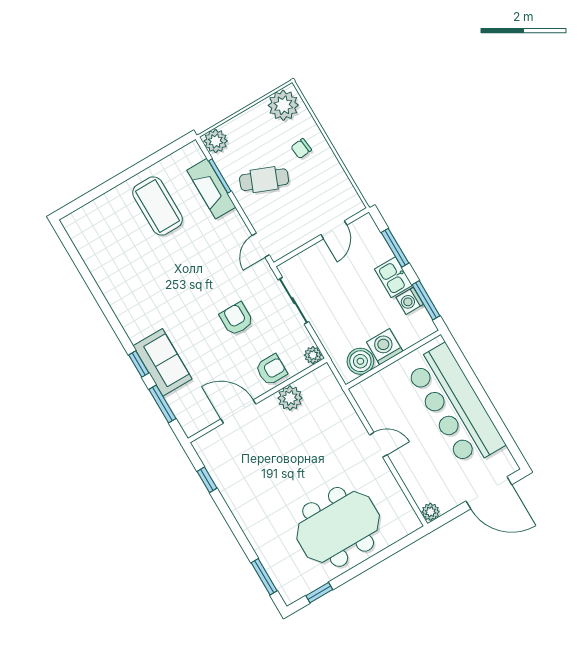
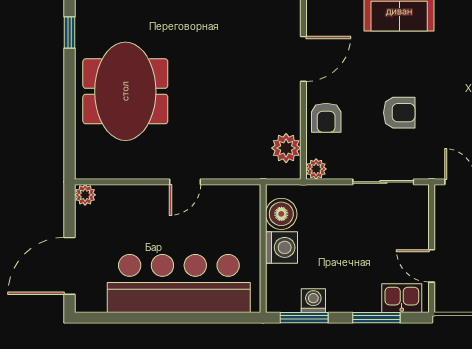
kitchen sink: (393, 277) -> (402, 298), moved
plant: (290, 398) -> (286, 148), moved

